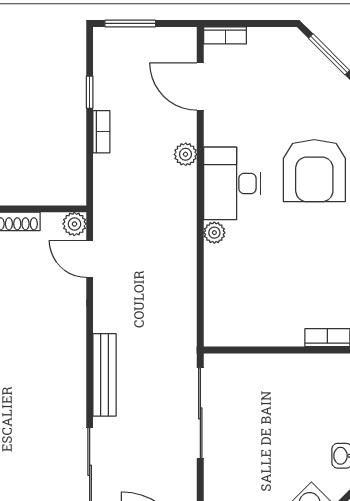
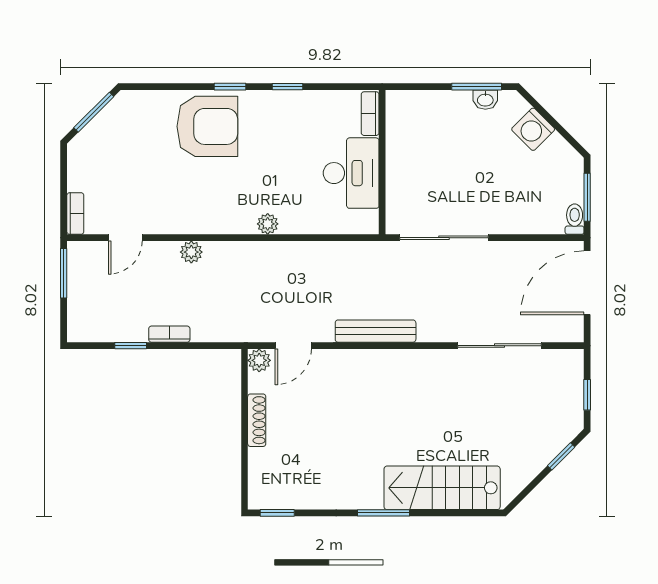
window: (130, 23) -> (64, 273), moved
door: (200, 87) -> (125, 238), width x0.73
desk: (232, 183) -> (351, 173), moved, turned -90
bench: (104, 375) -> (376, 331), moved

